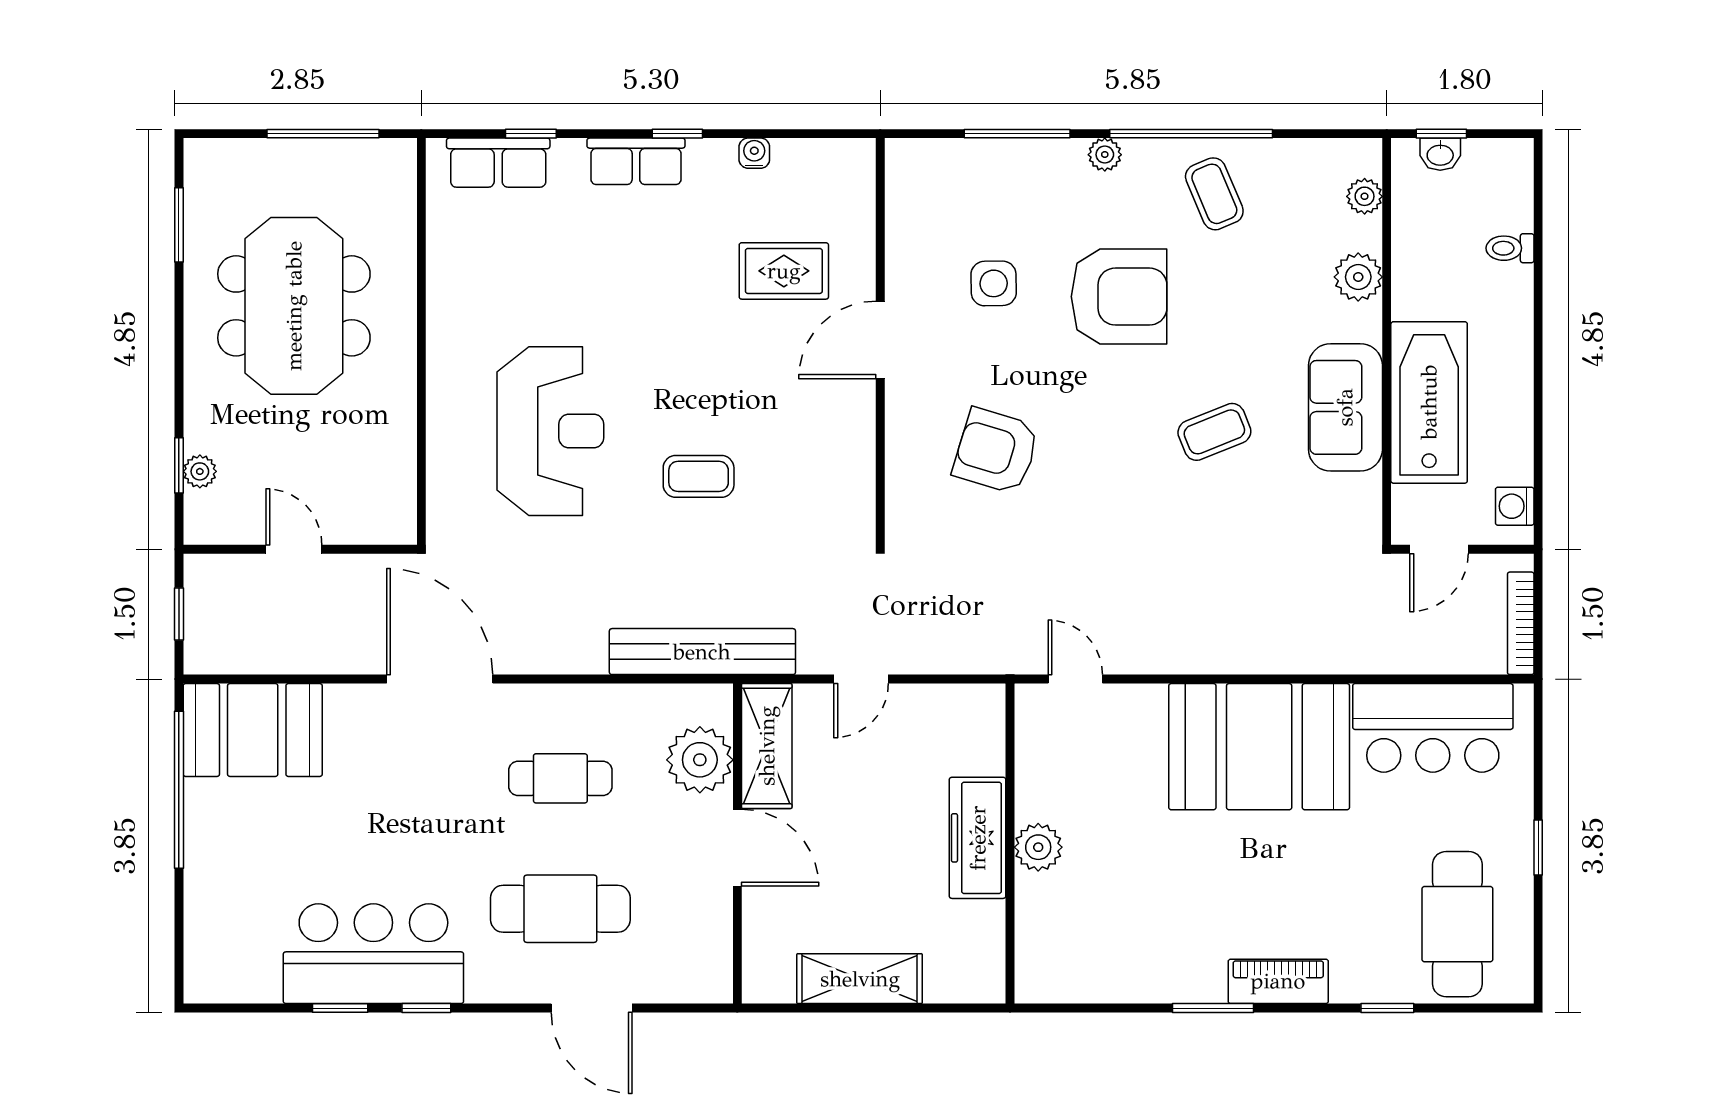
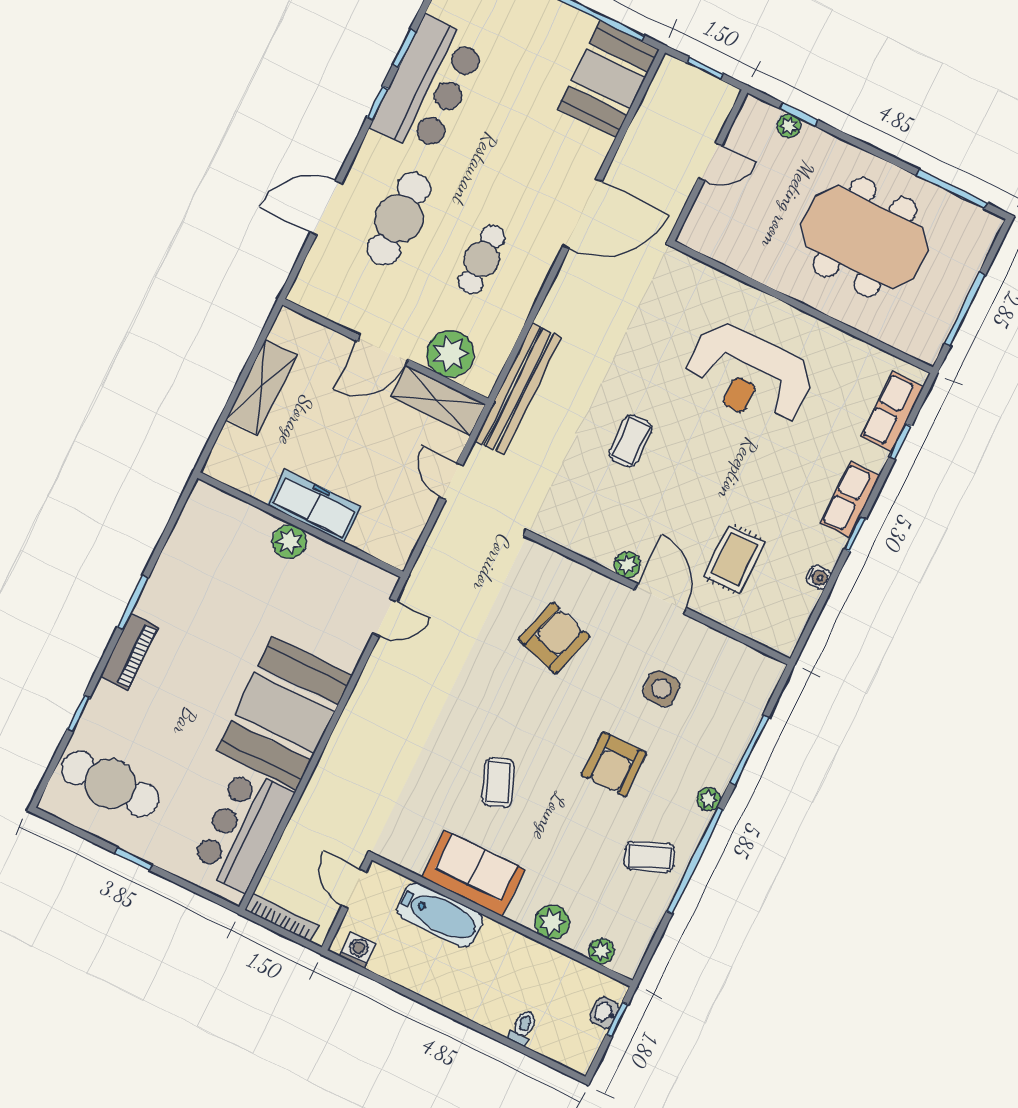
window: (179, 225) -> (952, 189), width x1.44
armchair: (1119, 297) -> (614, 764), width x0.73, depth x0.73
bathtub: (1429, 402) -> (440, 915), width x0.73, depth x0.73
plant: (858, 404) -> (627, 565), added
reception desk: (550, 431) -> (749, 375), moved

